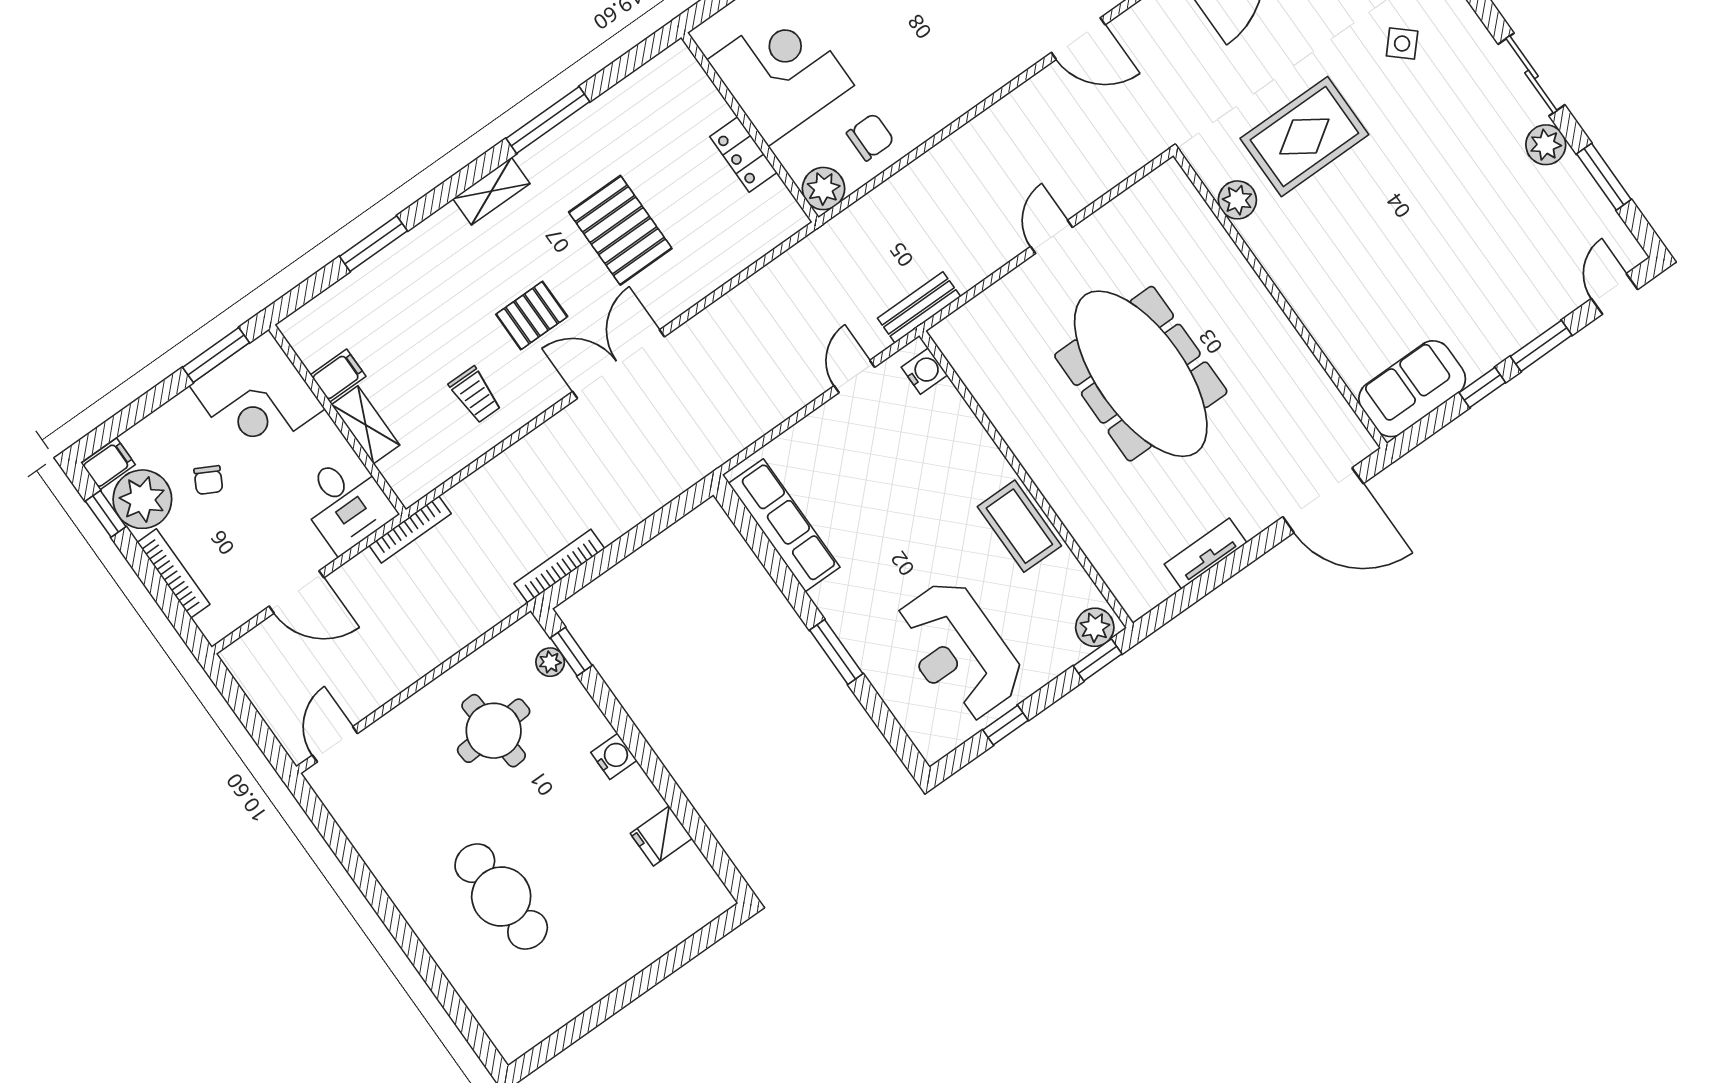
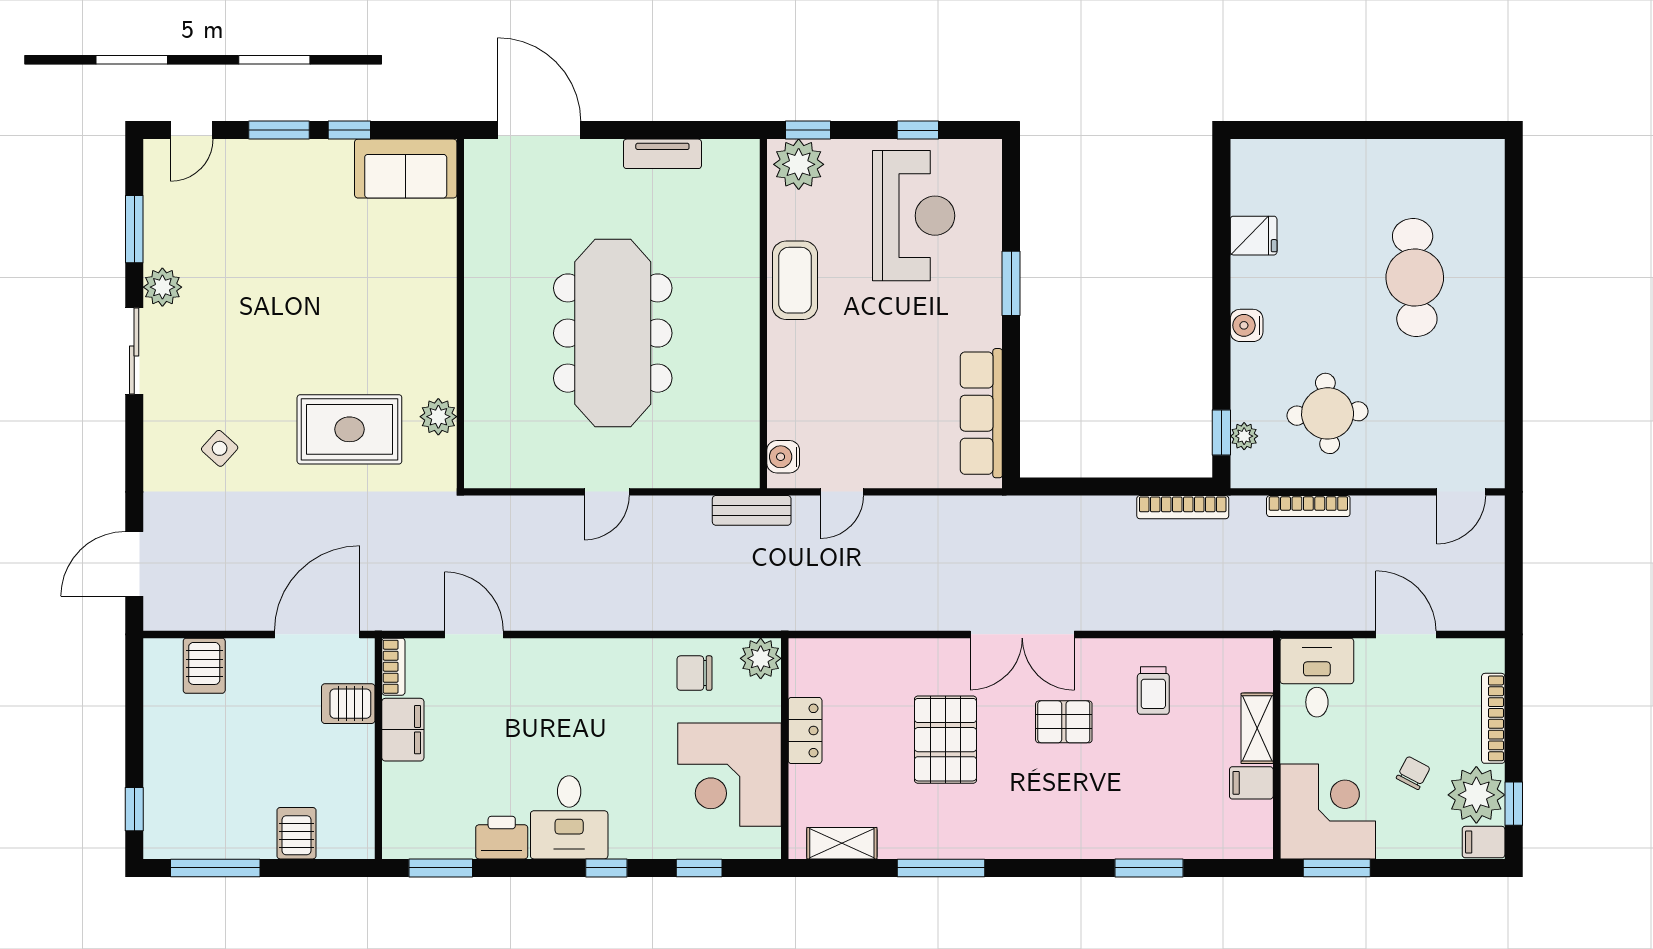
shelving: (491, 191) -> (842, 843), moved
trolley: (475, 395) -> (1153, 691), turned 180
bookcase: (410, 530) -> (1308, 506), moved, turned 180
plant: (1095, 627) -> (799, 164), width x1.36, depth x1.36

